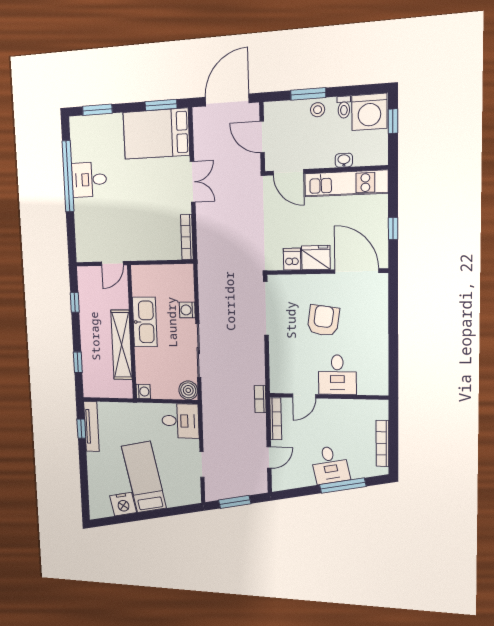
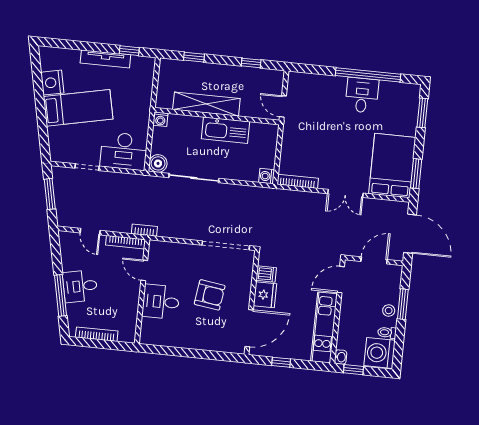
window: (393, 121) -> (354, 370), moved
washbasin: (344, 160) -> (341, 357), moved
washing machine: (187, 310) -> (267, 176), moved, turned -90
desk: (180, 421) -> (124, 151), width x1.37
tv unit: (91, 426) -> (105, 59), moved

